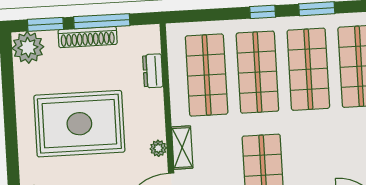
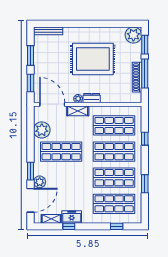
window: (263, 12) -> (145, 139), moved
shoe rack: (88, 37) -> (137, 77), moved
dresser: (153, 71) -> (92, 98), moved
rug: (79, 124) -> (93, 59), turned 90

